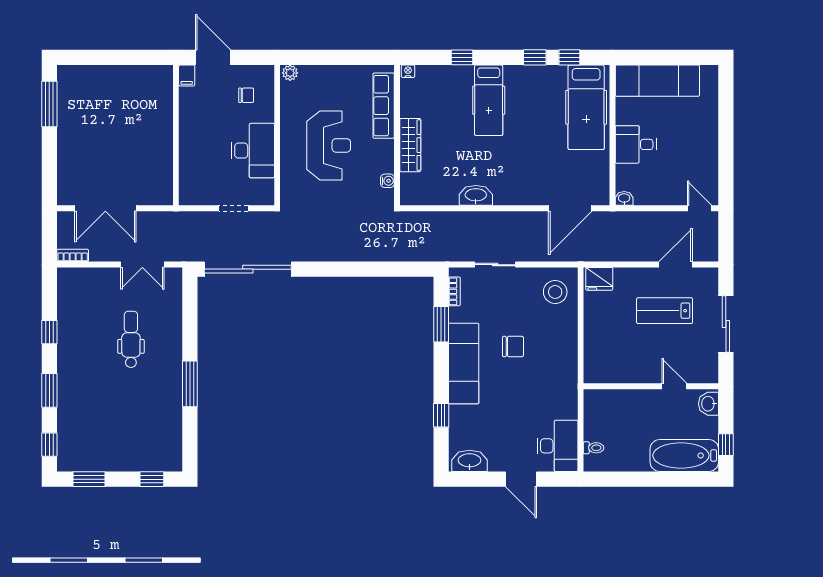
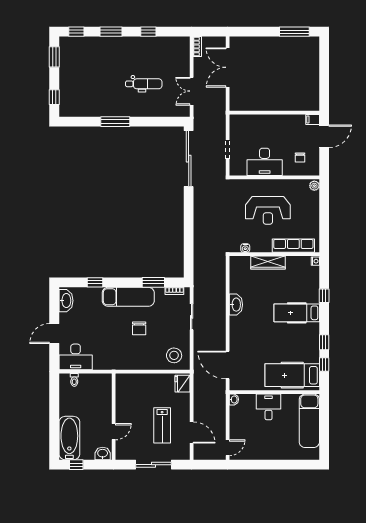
lab bench: (665, 311) -> (162, 425), turned 180

